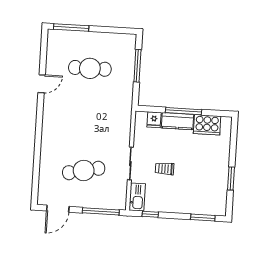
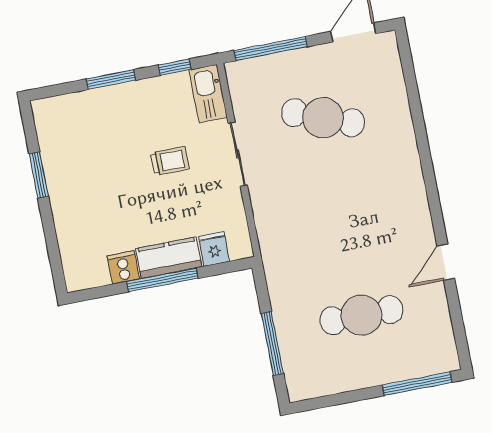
cooker: (207, 125) -> (123, 267), width x0.53, depth x0.76
cafe table: (84, 170) -> (323, 118), turned 33
window: (203, 218) -> (111, 80), moved

